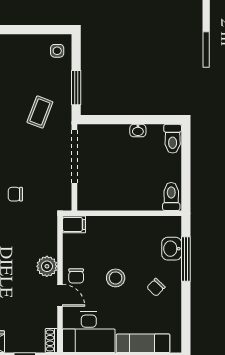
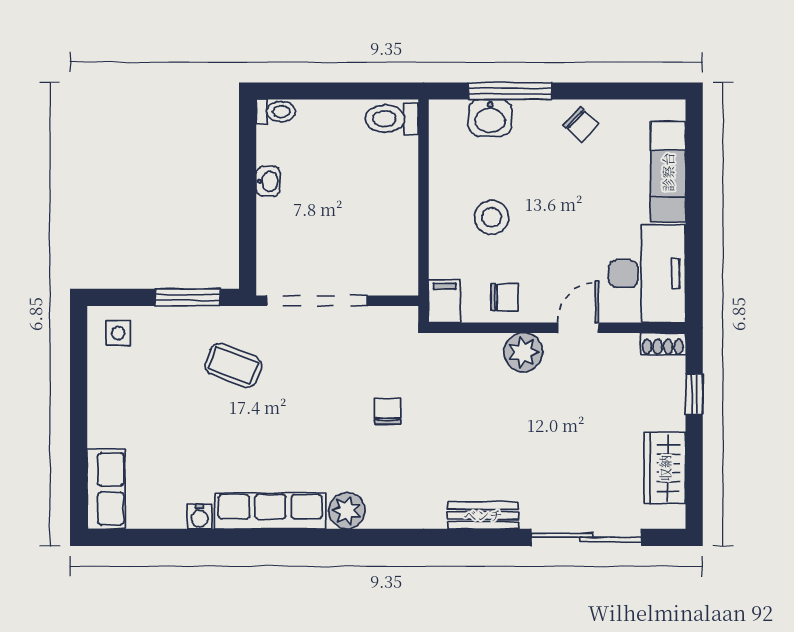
toilet: (173, 139) -> (276, 112), width x0.73, depth x0.72
chair: (15, 194) -> (388, 412), turned 180
chair: (76, 276) -> (504, 297), moved
stool: (116, 278) -> (491, 217), moved
chair: (156, 287) -> (581, 125), moved

